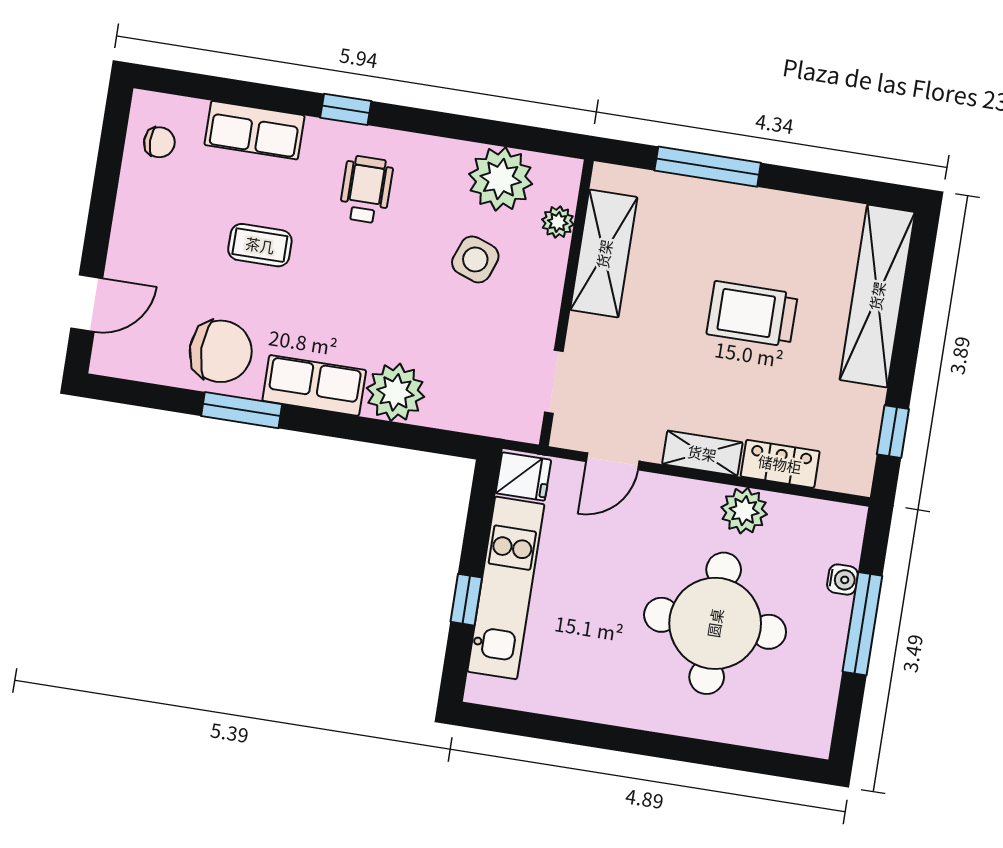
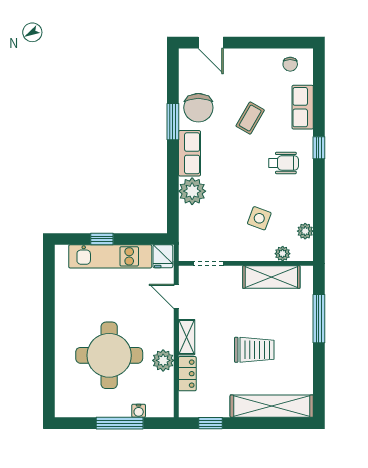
plant: (501, 179) -> (305, 231), width x0.53, depth x0.53
coffee table: (260, 245) -> (250, 118), turned 30
trolley: (752, 314) -> (254, 350), turned 90

